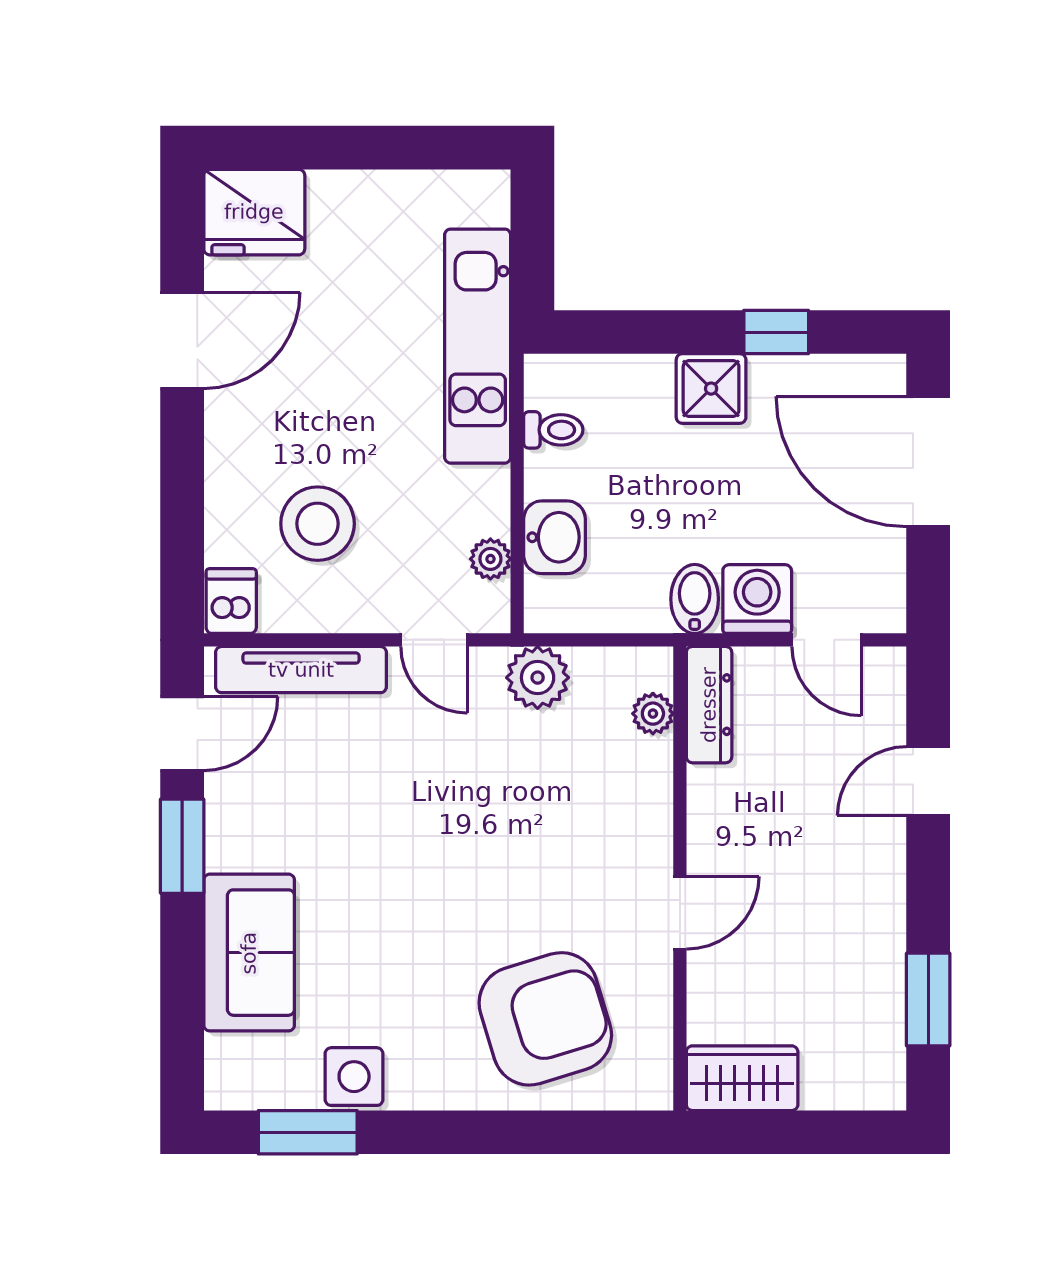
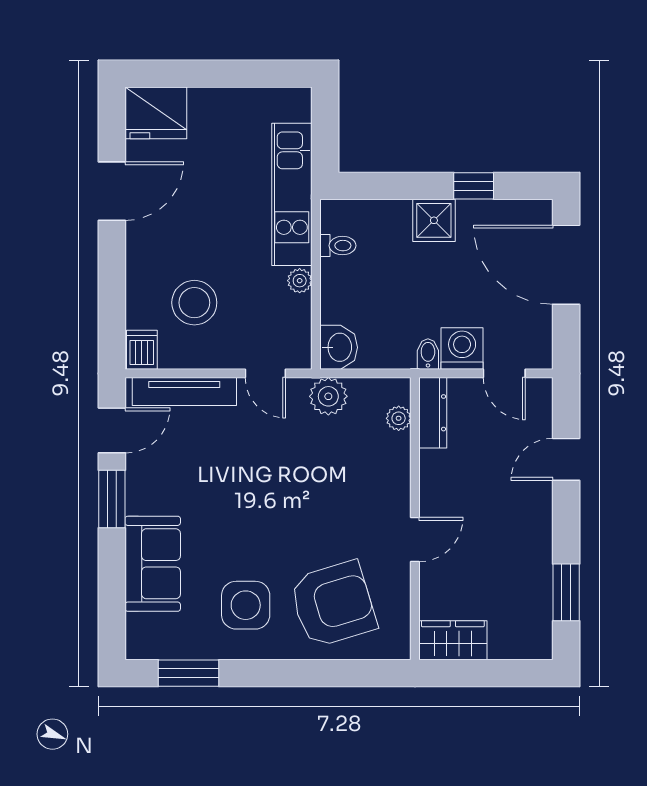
washbasin: (554, 537) -> (339, 347), moved
plant: (490, 559) -> (300, 281), moved
bidet: (695, 599) -> (428, 354), width x0.72, depth x0.74
side table: (354, 1077) -> (246, 605), moved, width x1.37, depth x1.37

